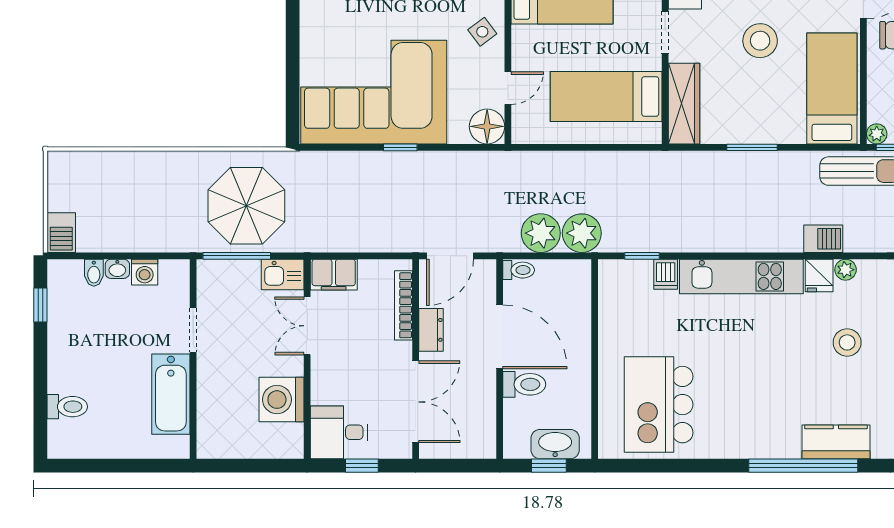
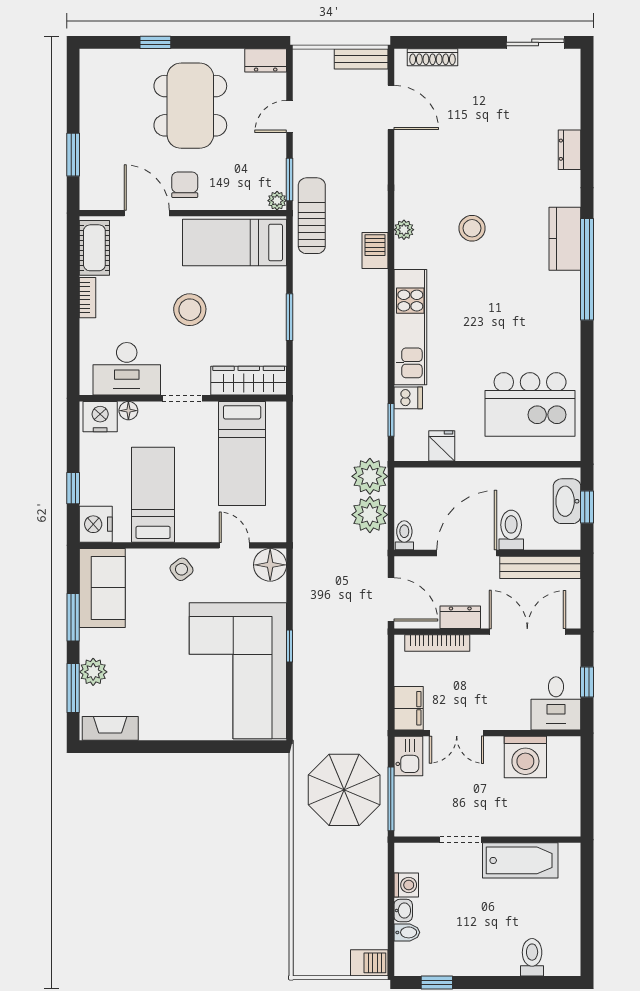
fridge: (819, 275) -> (442, 446), moved, turned -90
bench: (484, 416) -> (540, 567), added

